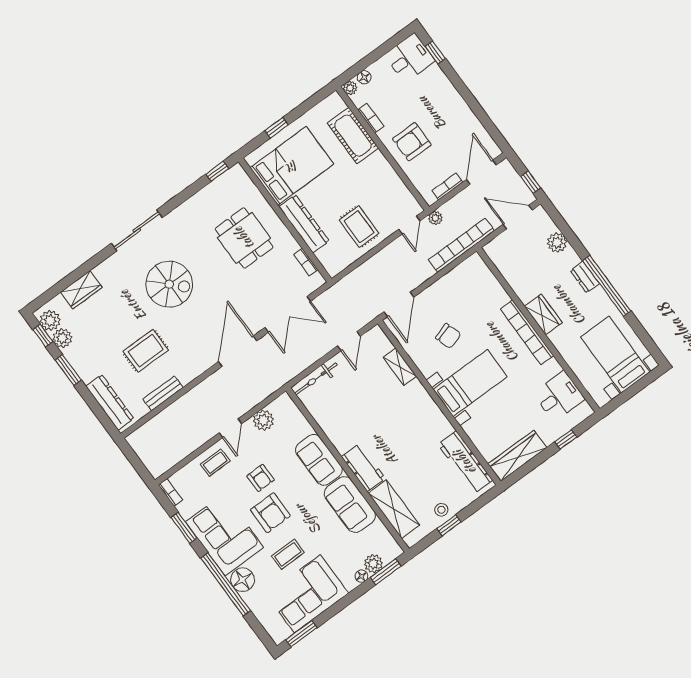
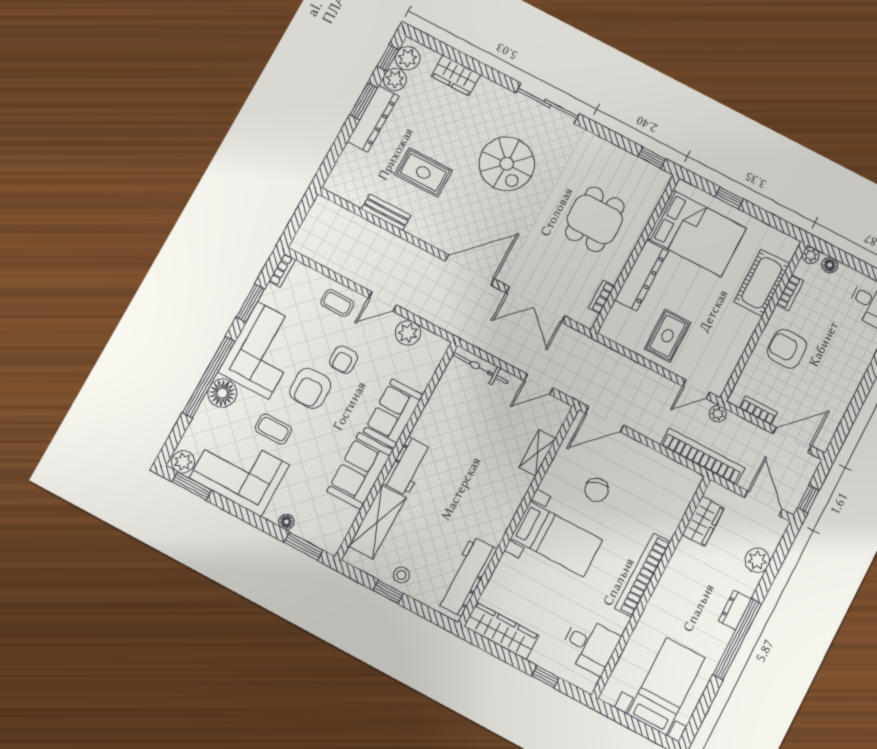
wardrobe: (543, 315) -> (703, 521), moved
dresser: (110, 402) -> (373, 119), moved
plant: (373, 564) -> (183, 462), moved

